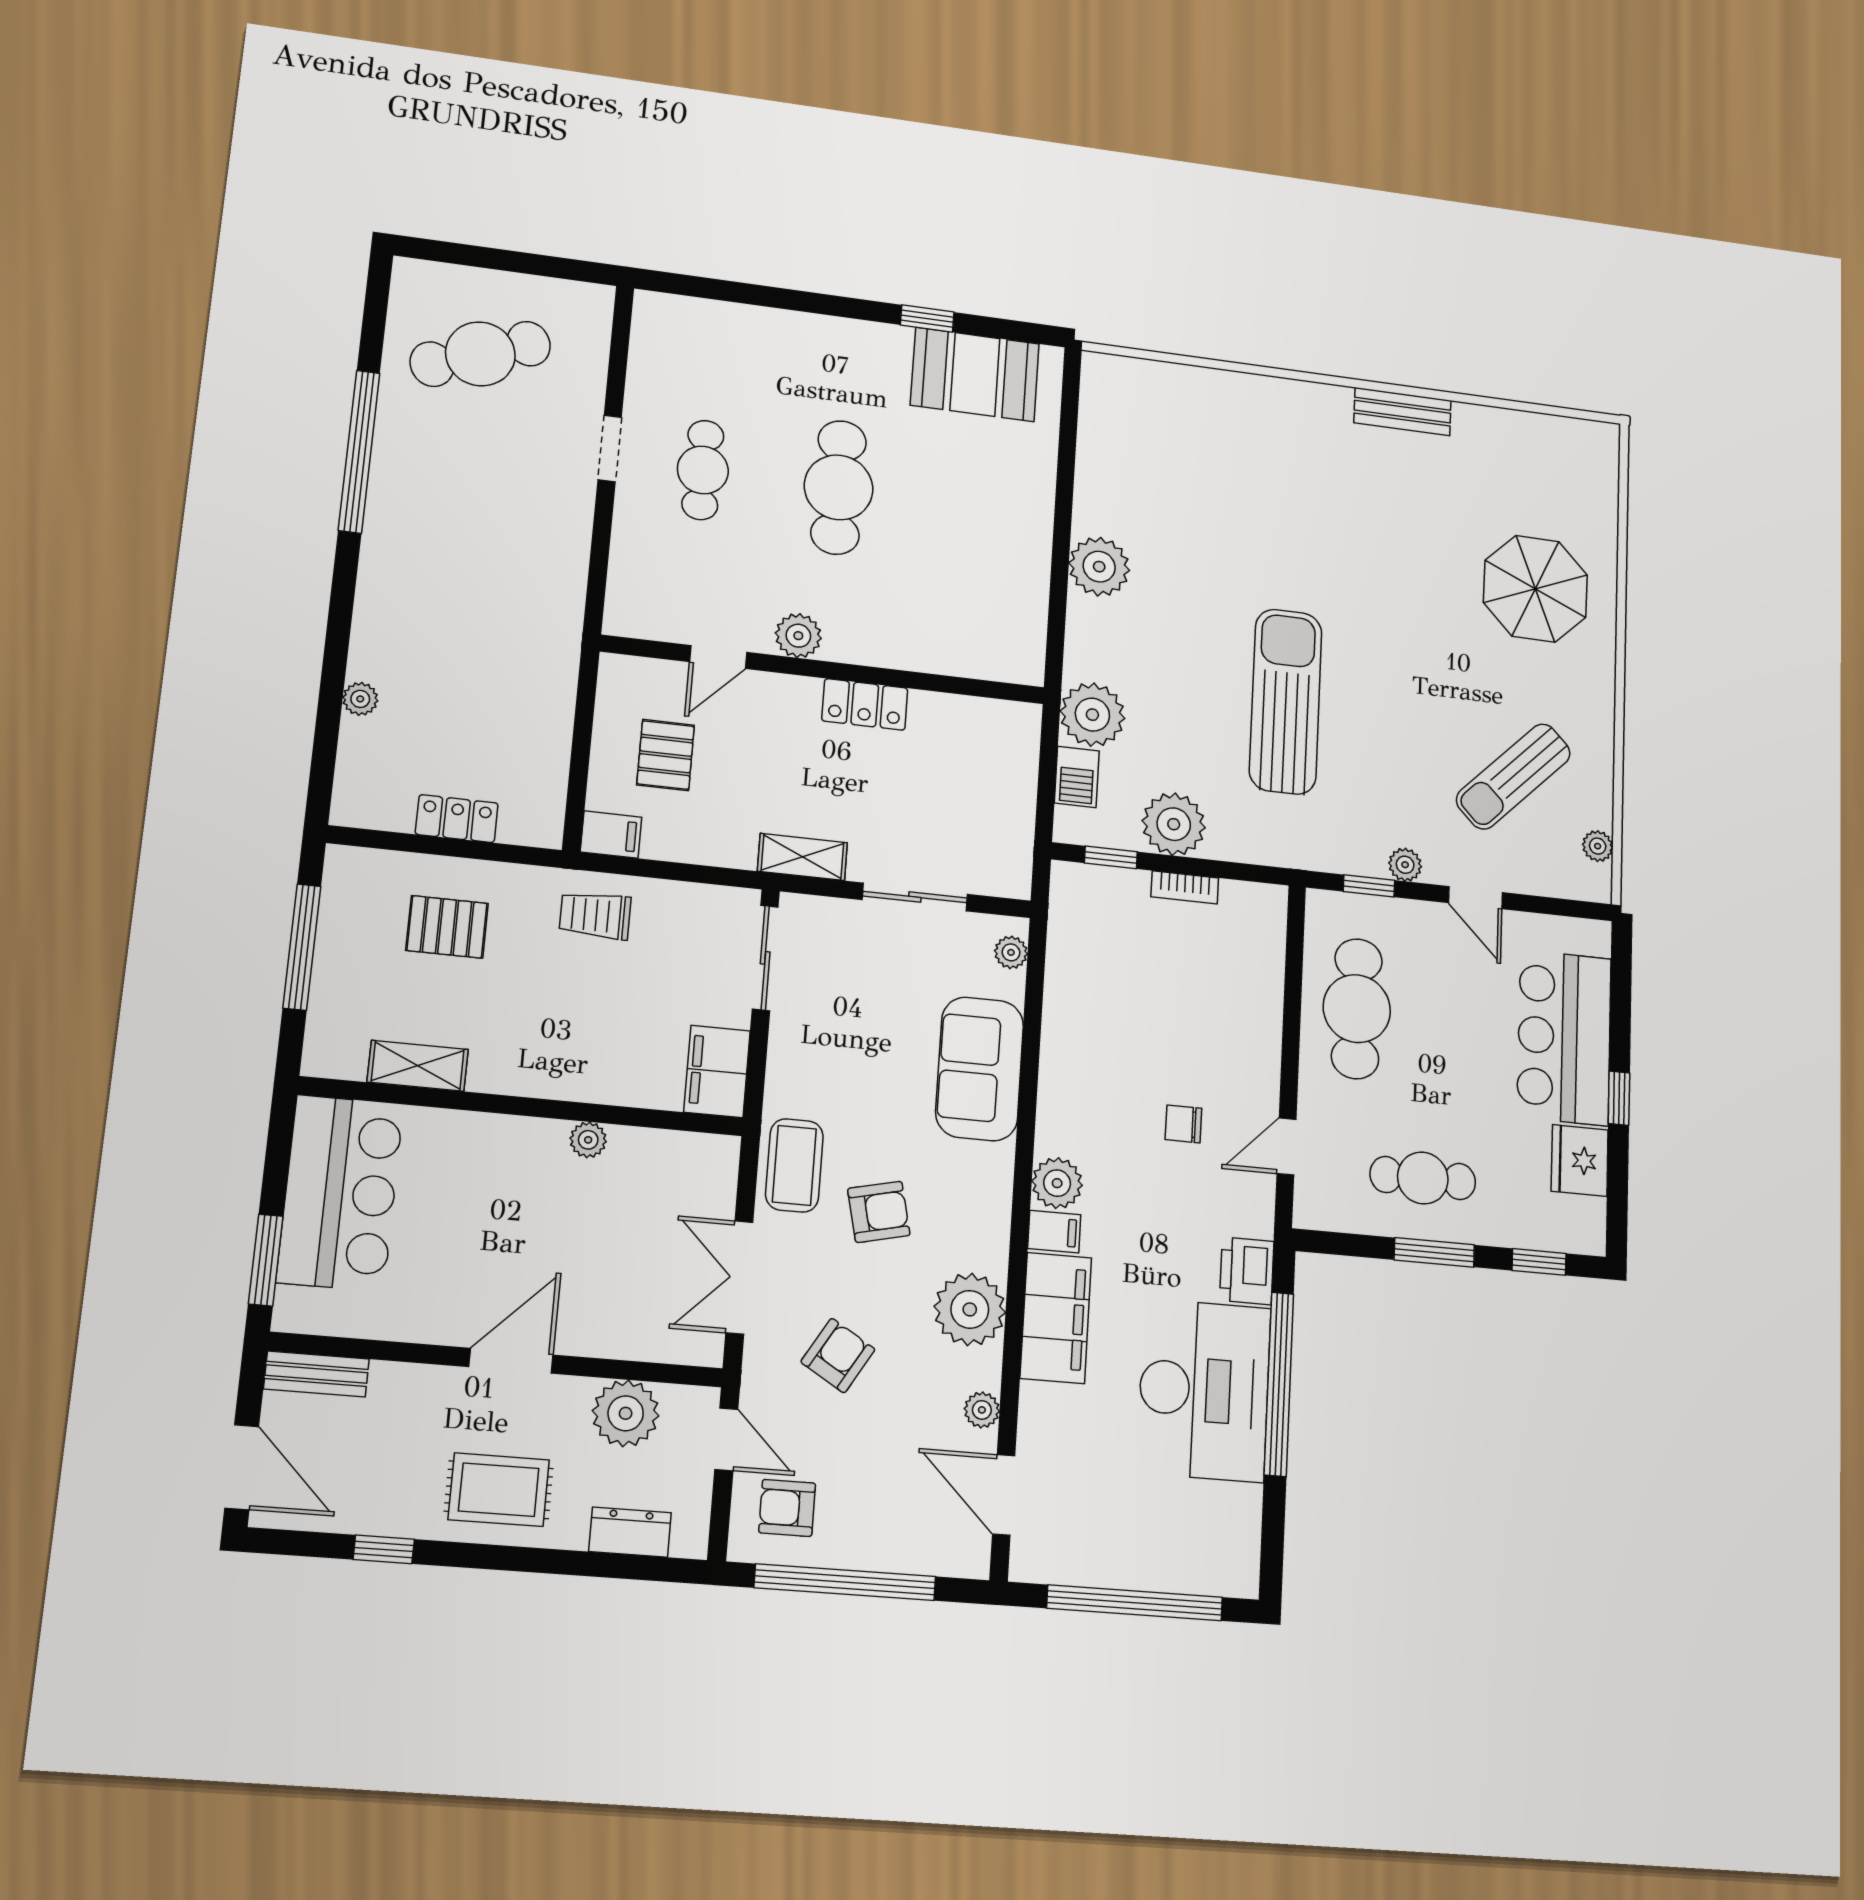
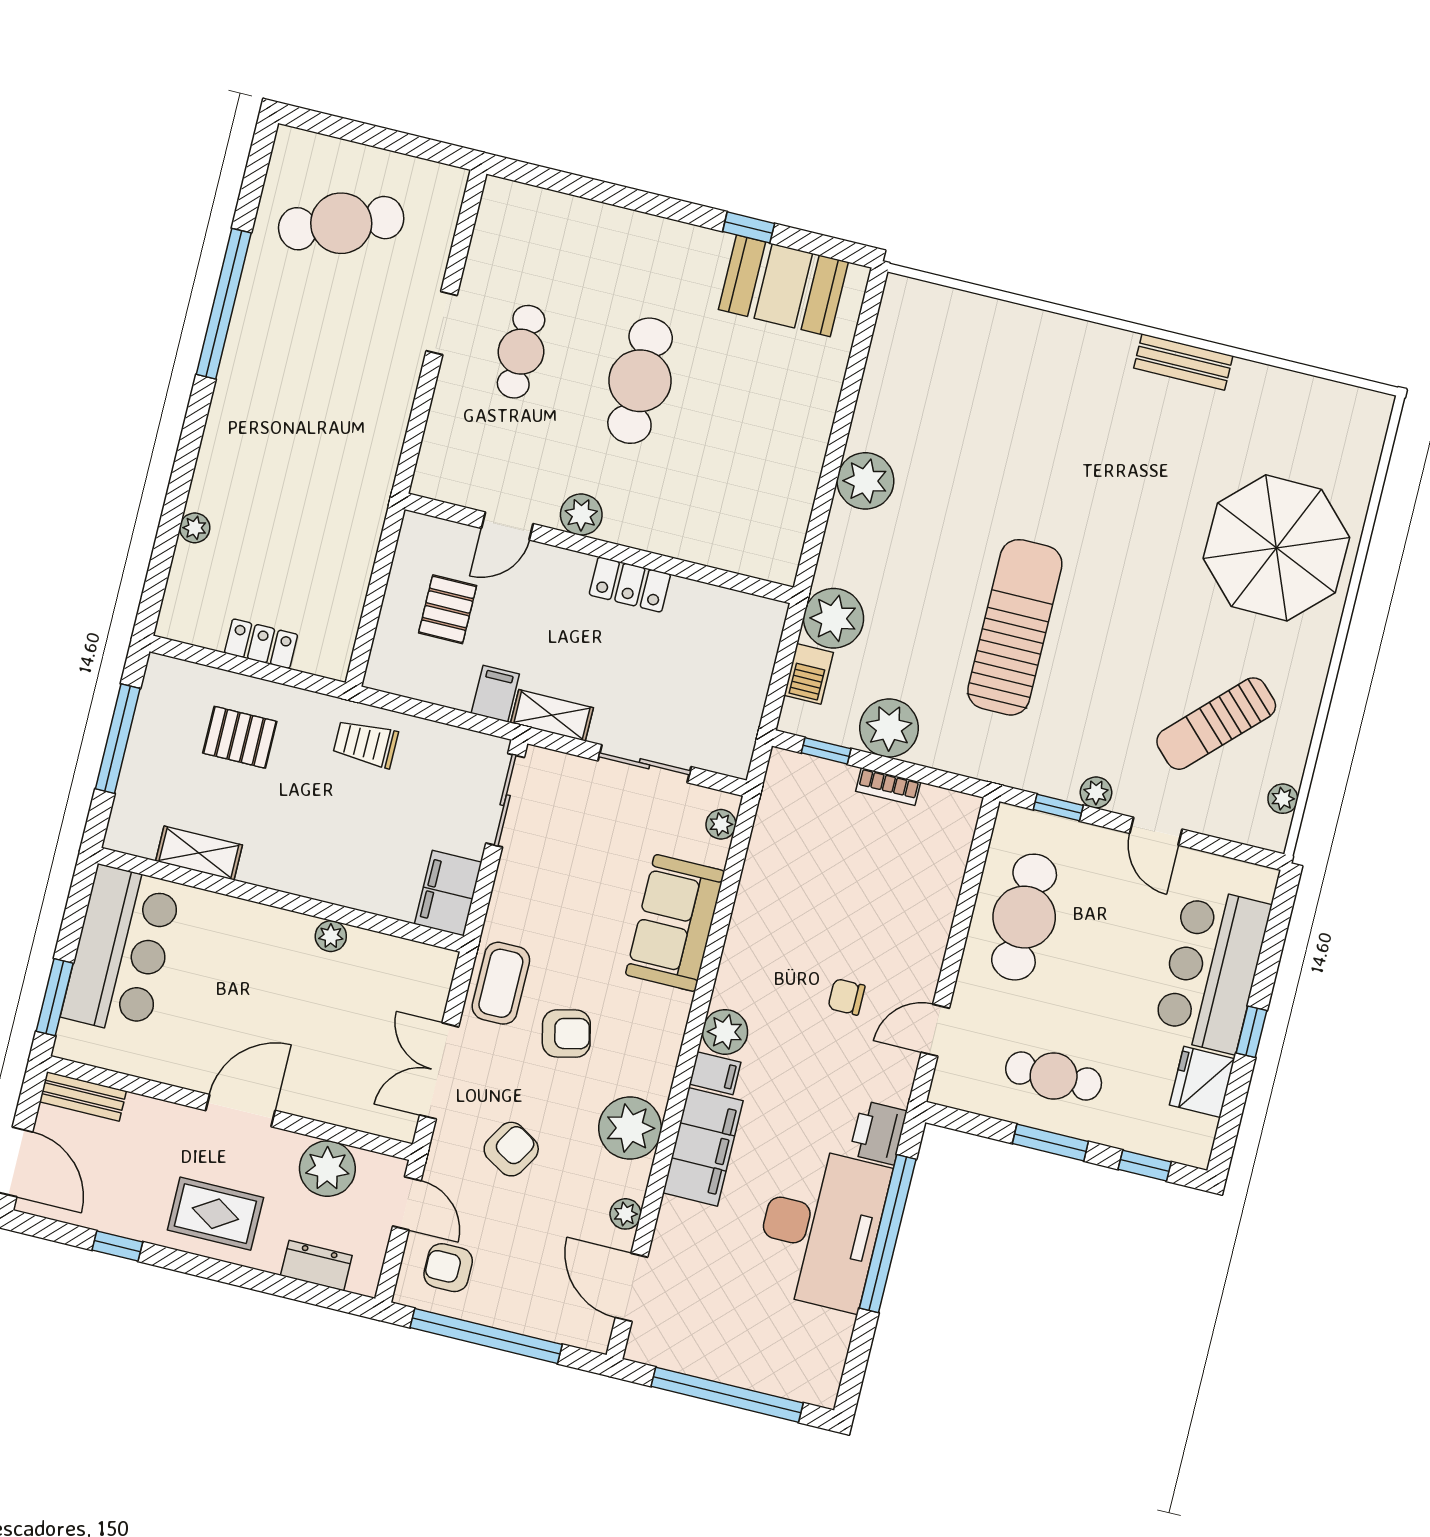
parasol: (1535, 589) -> (1276, 548), width x1.36, depth x1.36
filing cabinet: (611, 835) -> (495, 694), moved, turned -90

